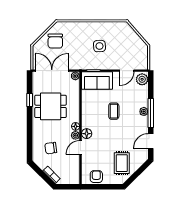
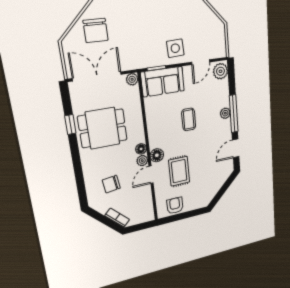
side table: (99, 46) -> (175, 48), moved
rug: (122, 163) -> (179, 171), moved

